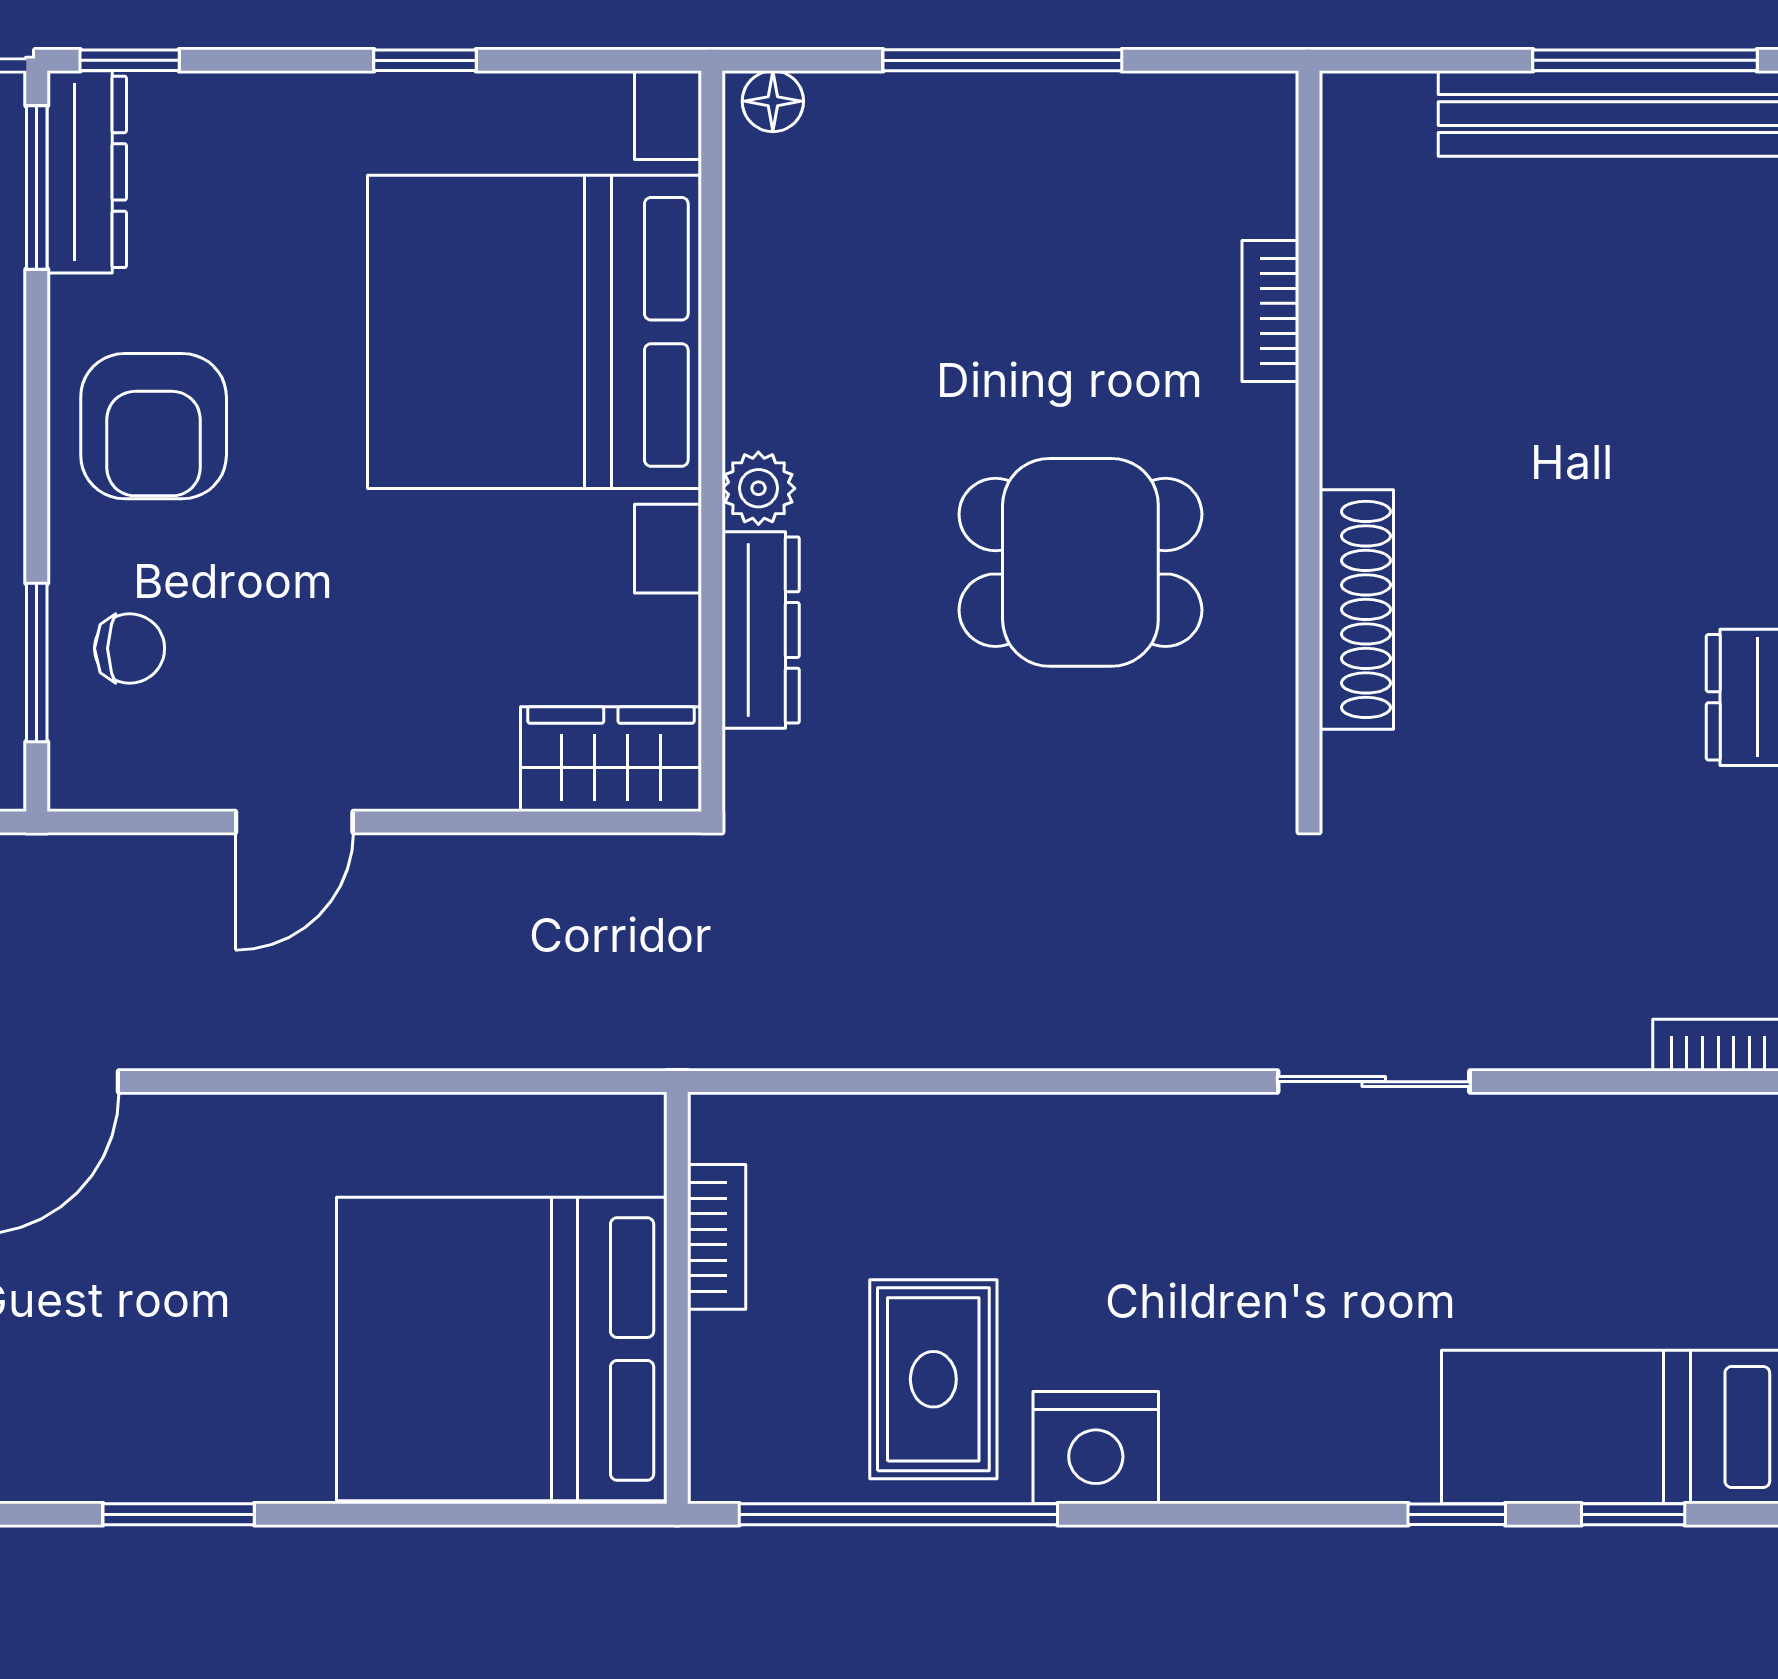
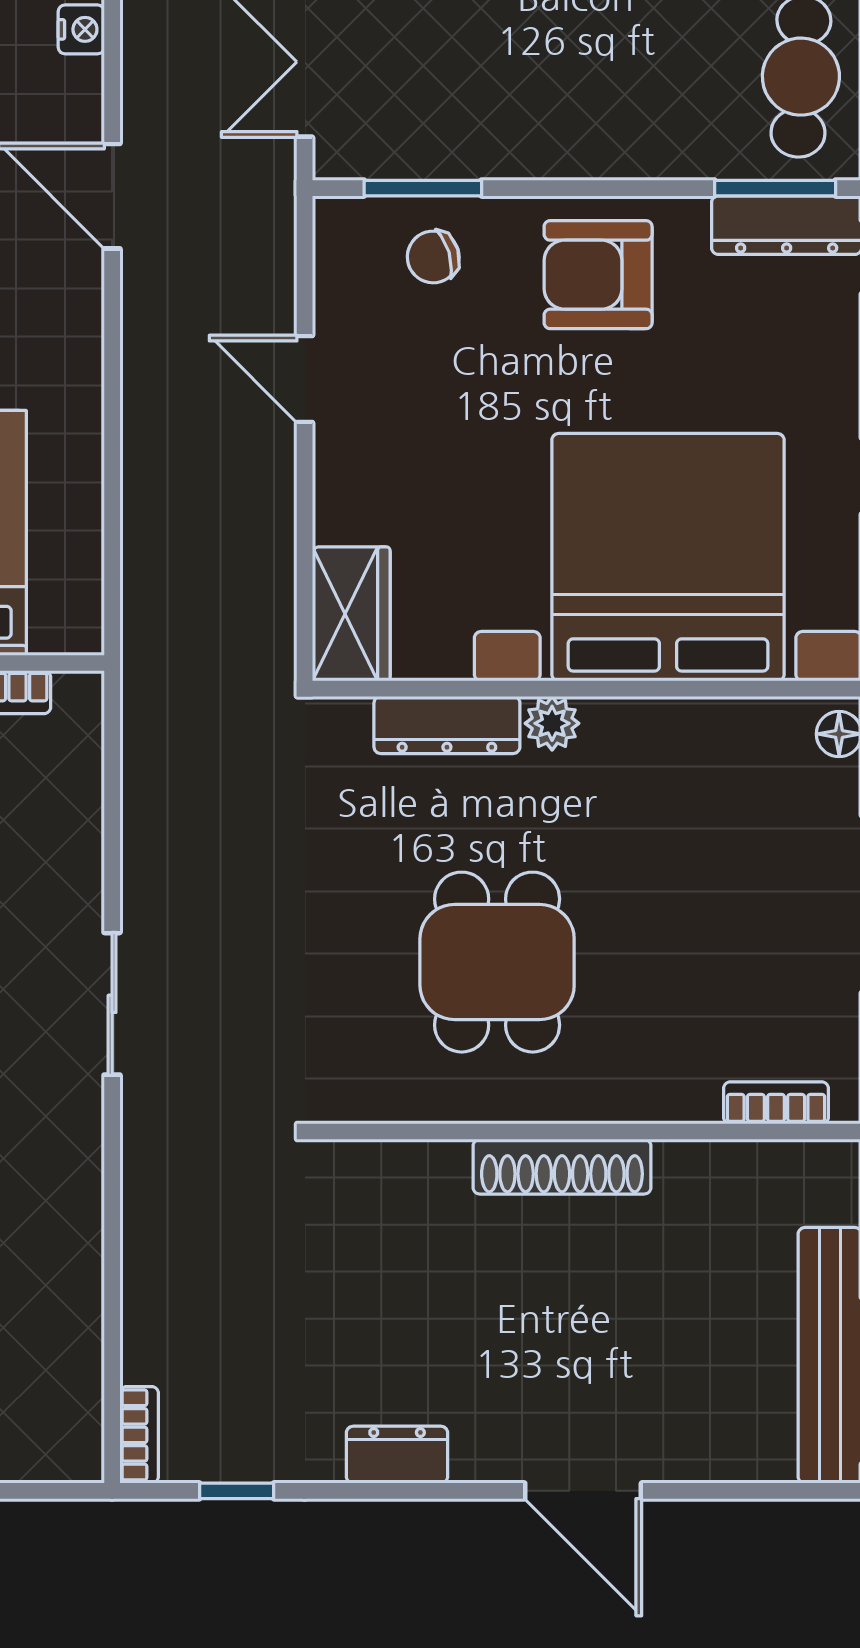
bookcase: (1270, 311) -> (776, 1103), moved
shoe rack: (1356, 609) -> (562, 1167), moved
chair: (130, 648) -> (433, 257), turned 73
sliding door: (1374, 1082) -> (112, 1004), moved

